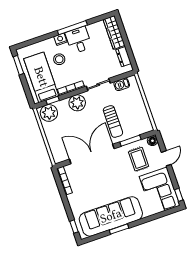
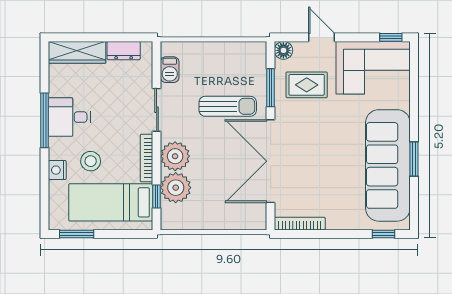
nightstand: (60, 39) -> (57, 170), moved
plant: (49, 113) -> (176, 188), moved

